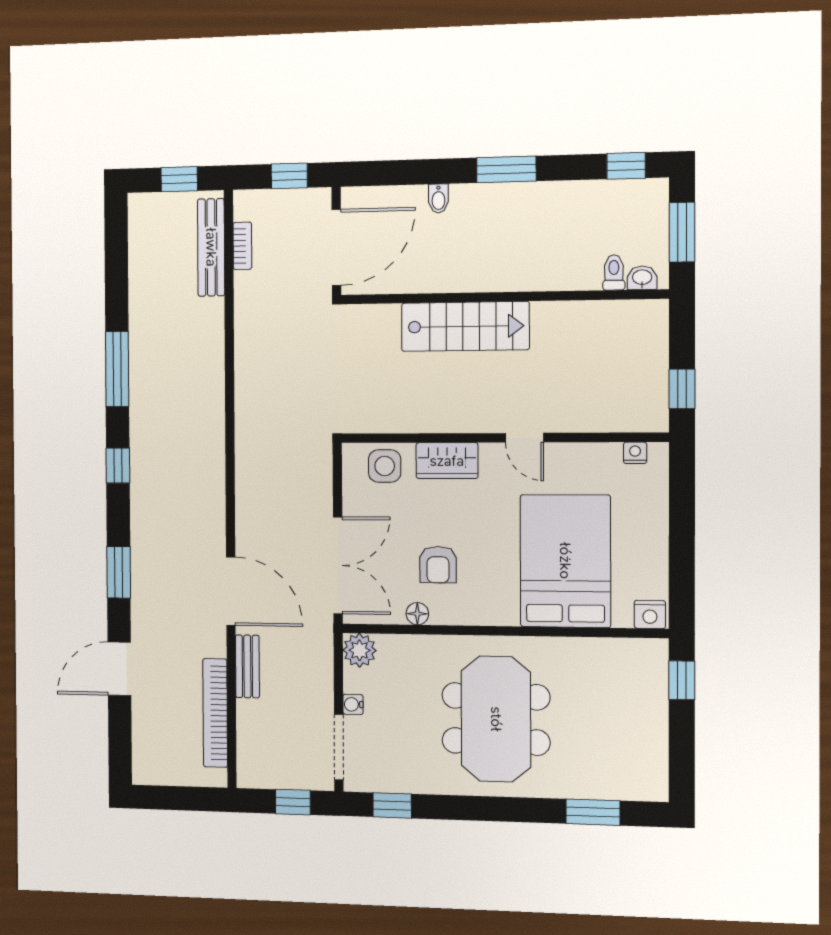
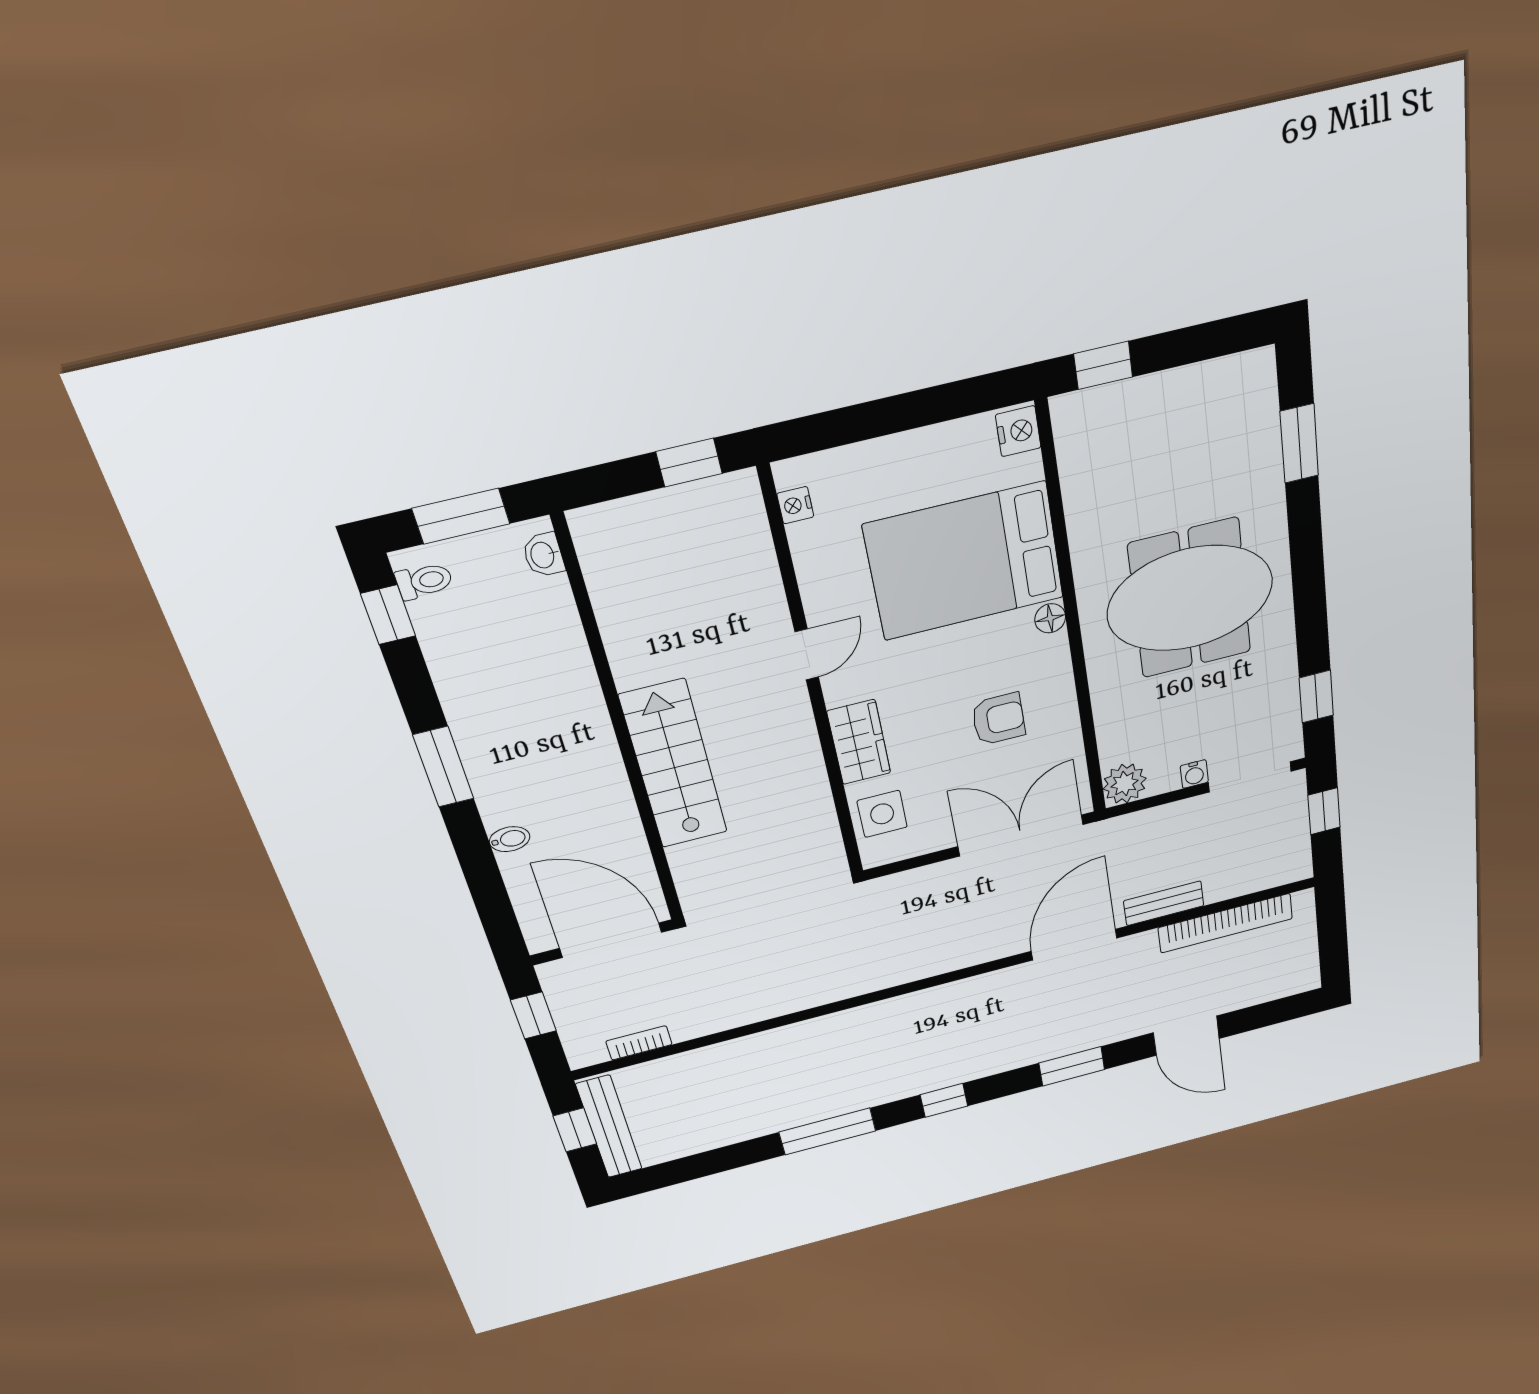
bench: (211, 247) -> (609, 1127), moved, turned 90
toilet: (614, 272) -> (424, 581), moved, turned 180
floor lamp: (417, 614) -> (1050, 618), moved

